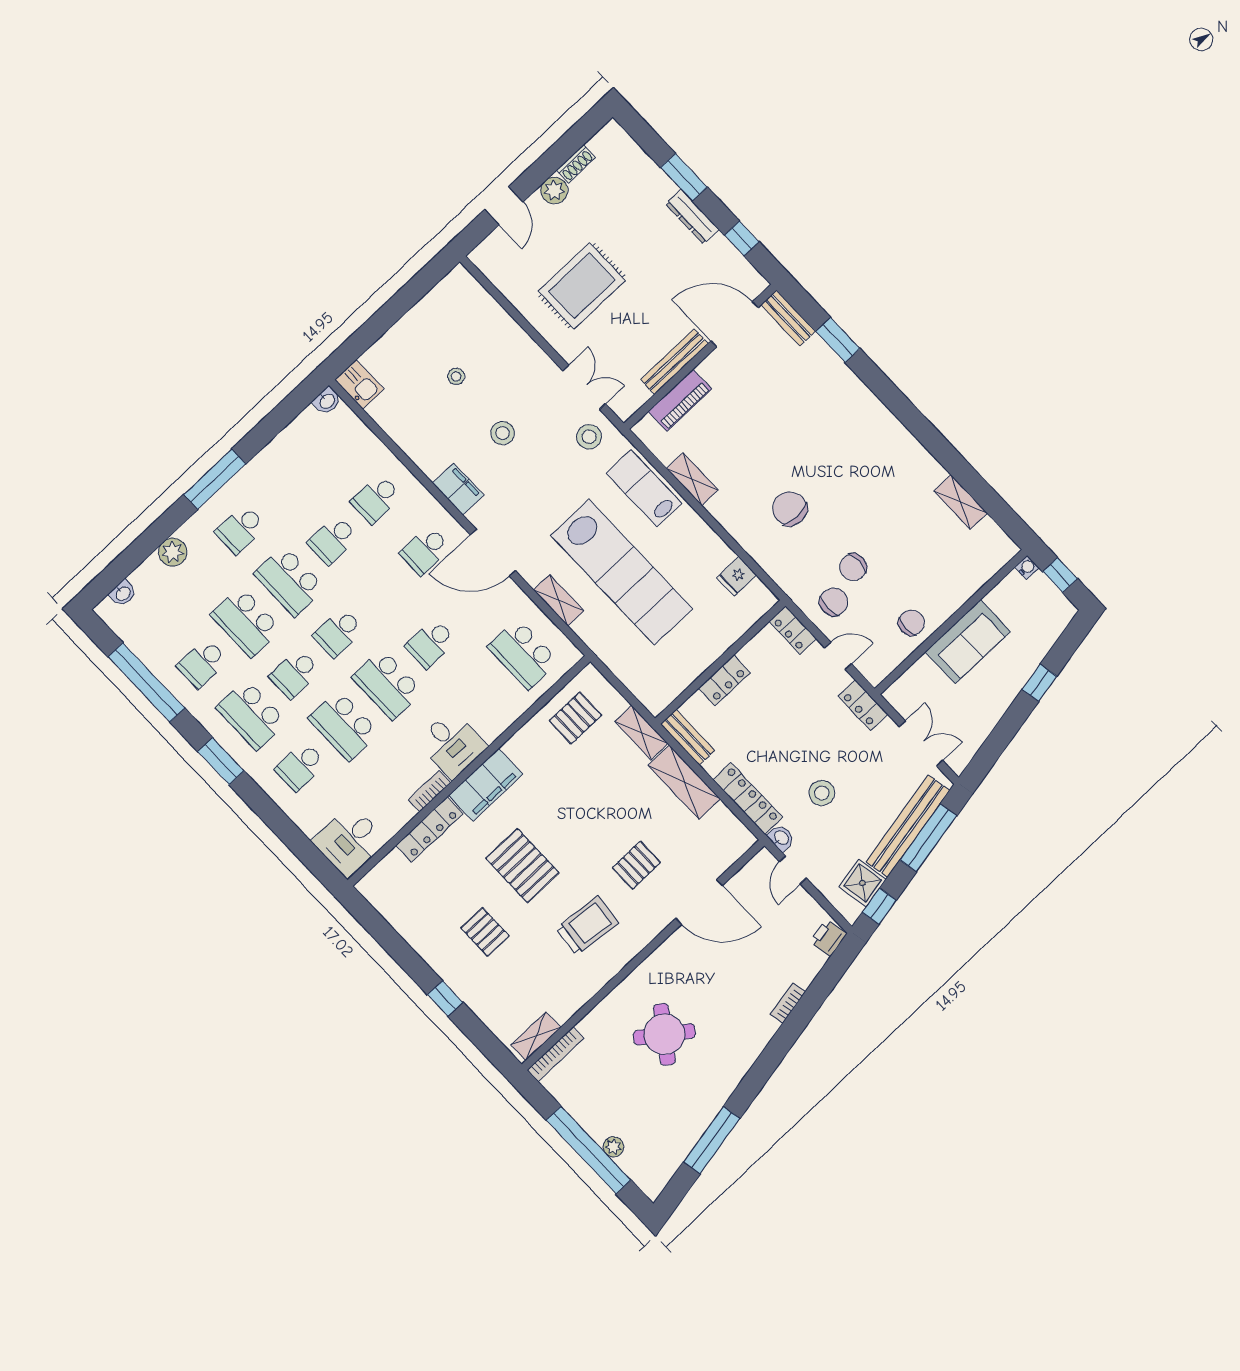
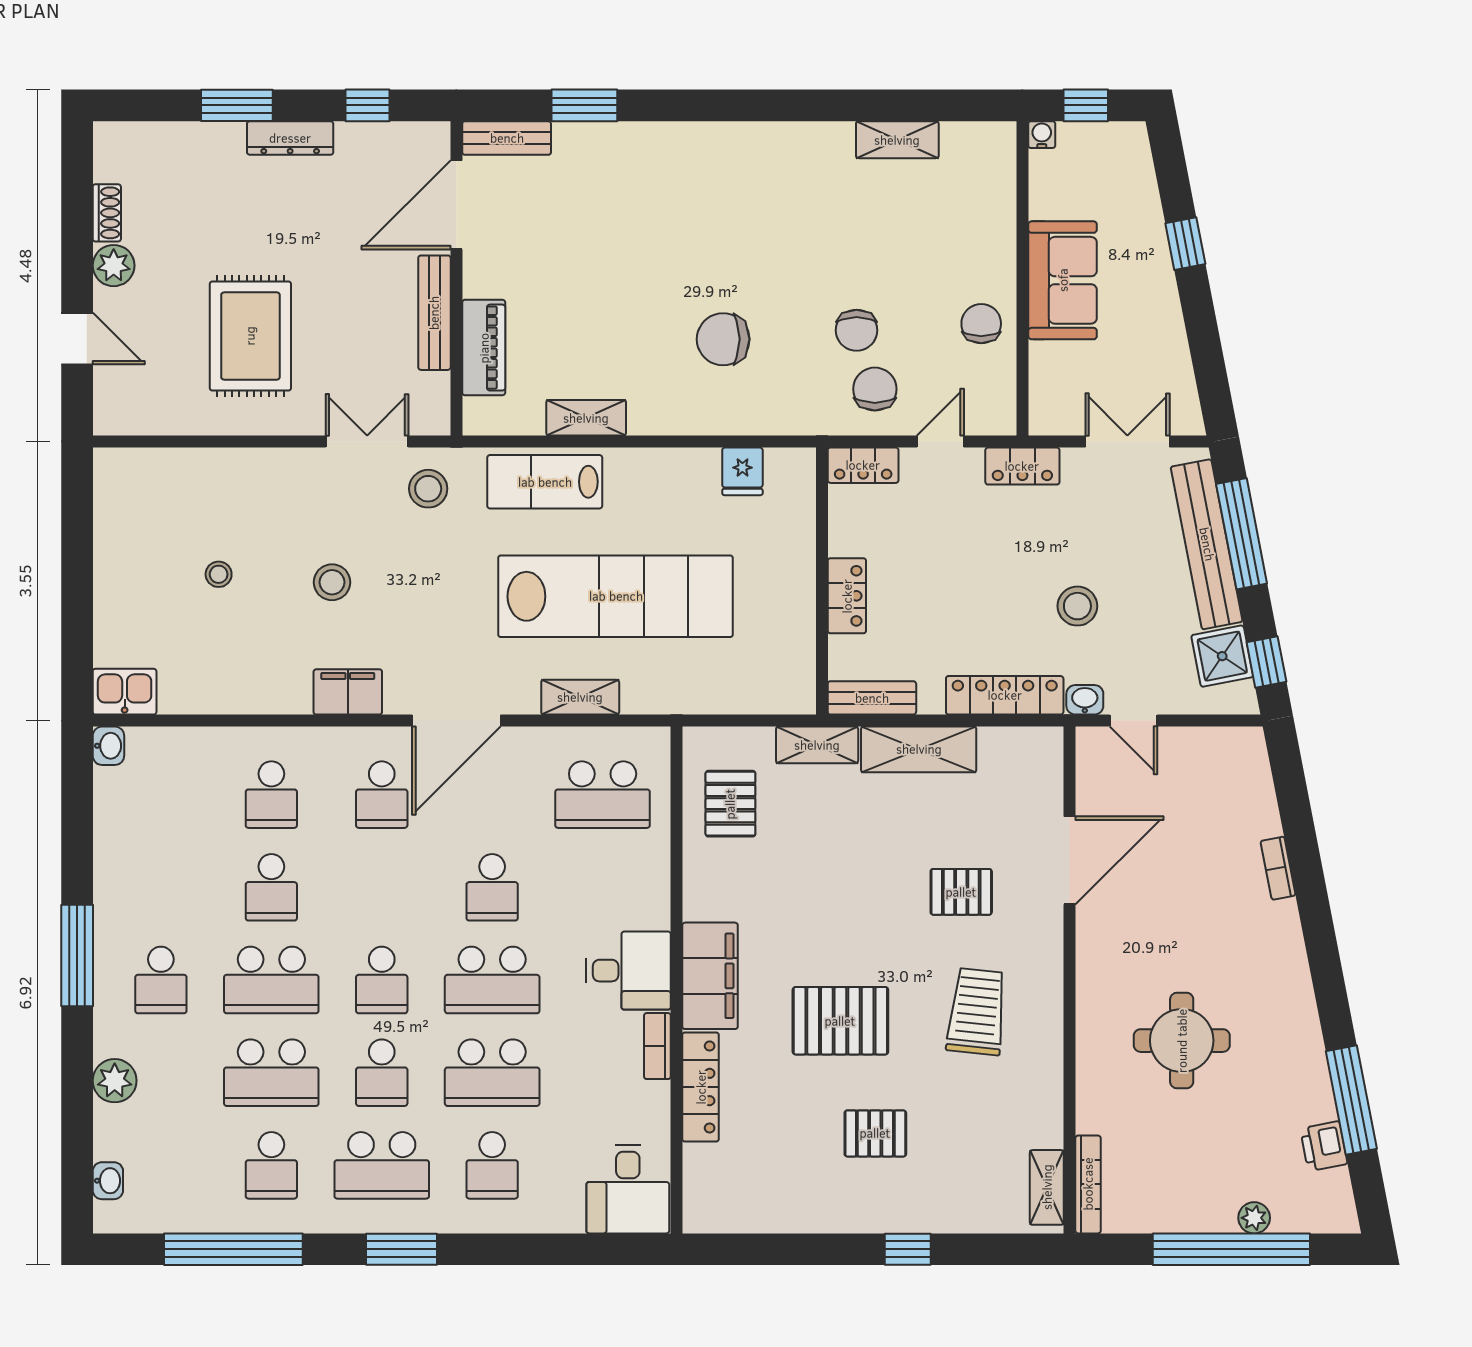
pallet: (636, 865) -> (961, 892), turned 90
printer: (828, 938) -> (1324, 1146), moved
round table: (664, 1034) -> (1182, 1041), turned -36

